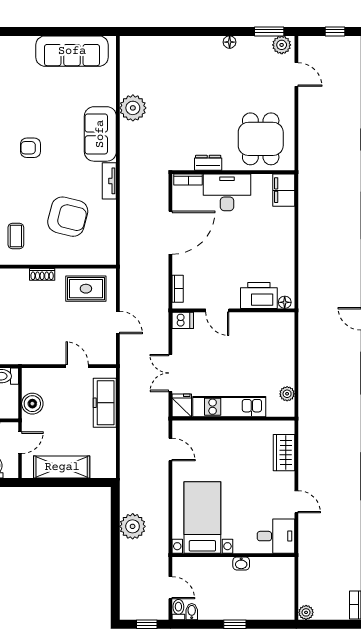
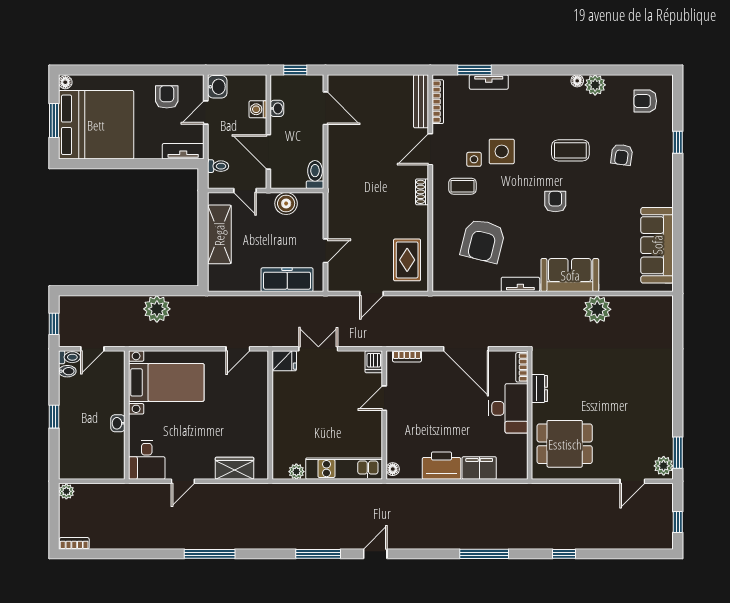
floor lamp: (230, 42) -> (667, 411), removed
filing cabinet: (284, 190) -> (479, 468), moved
shoe rack: (42, 274) -> (422, 192), moved
printer: (259, 295) -> (441, 466), moved, turned -90
kitchen unit: (229, 407) -> (344, 469), moved, turned -90

